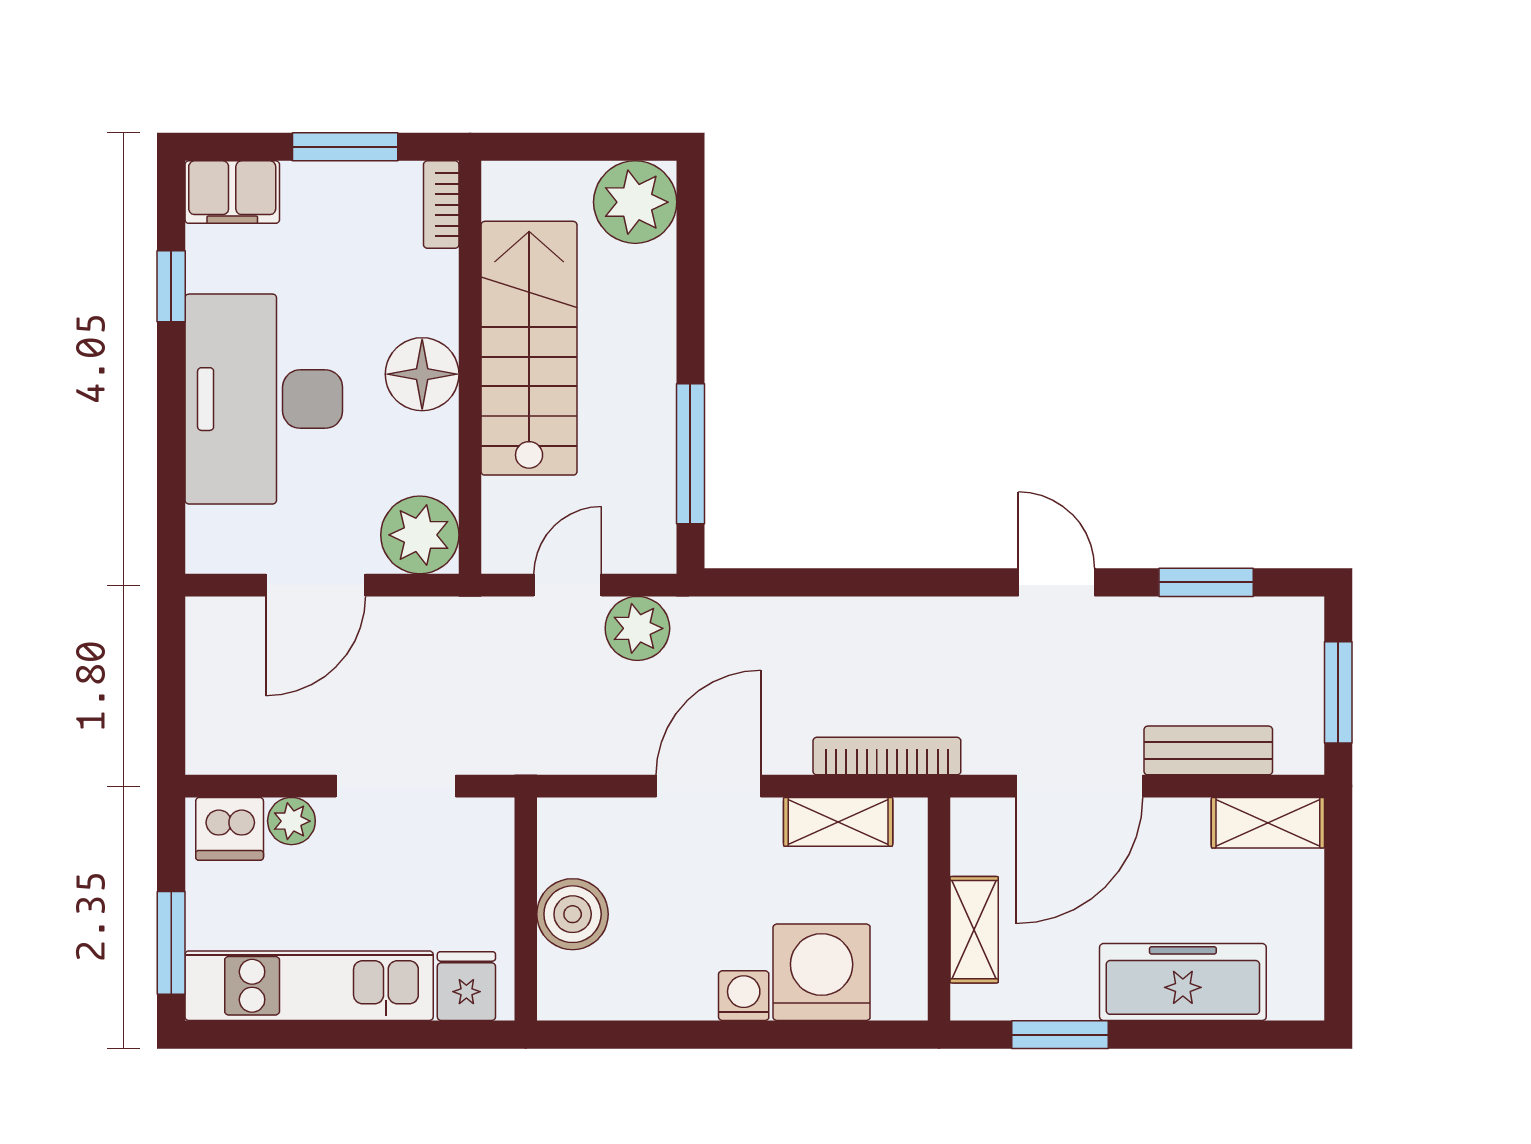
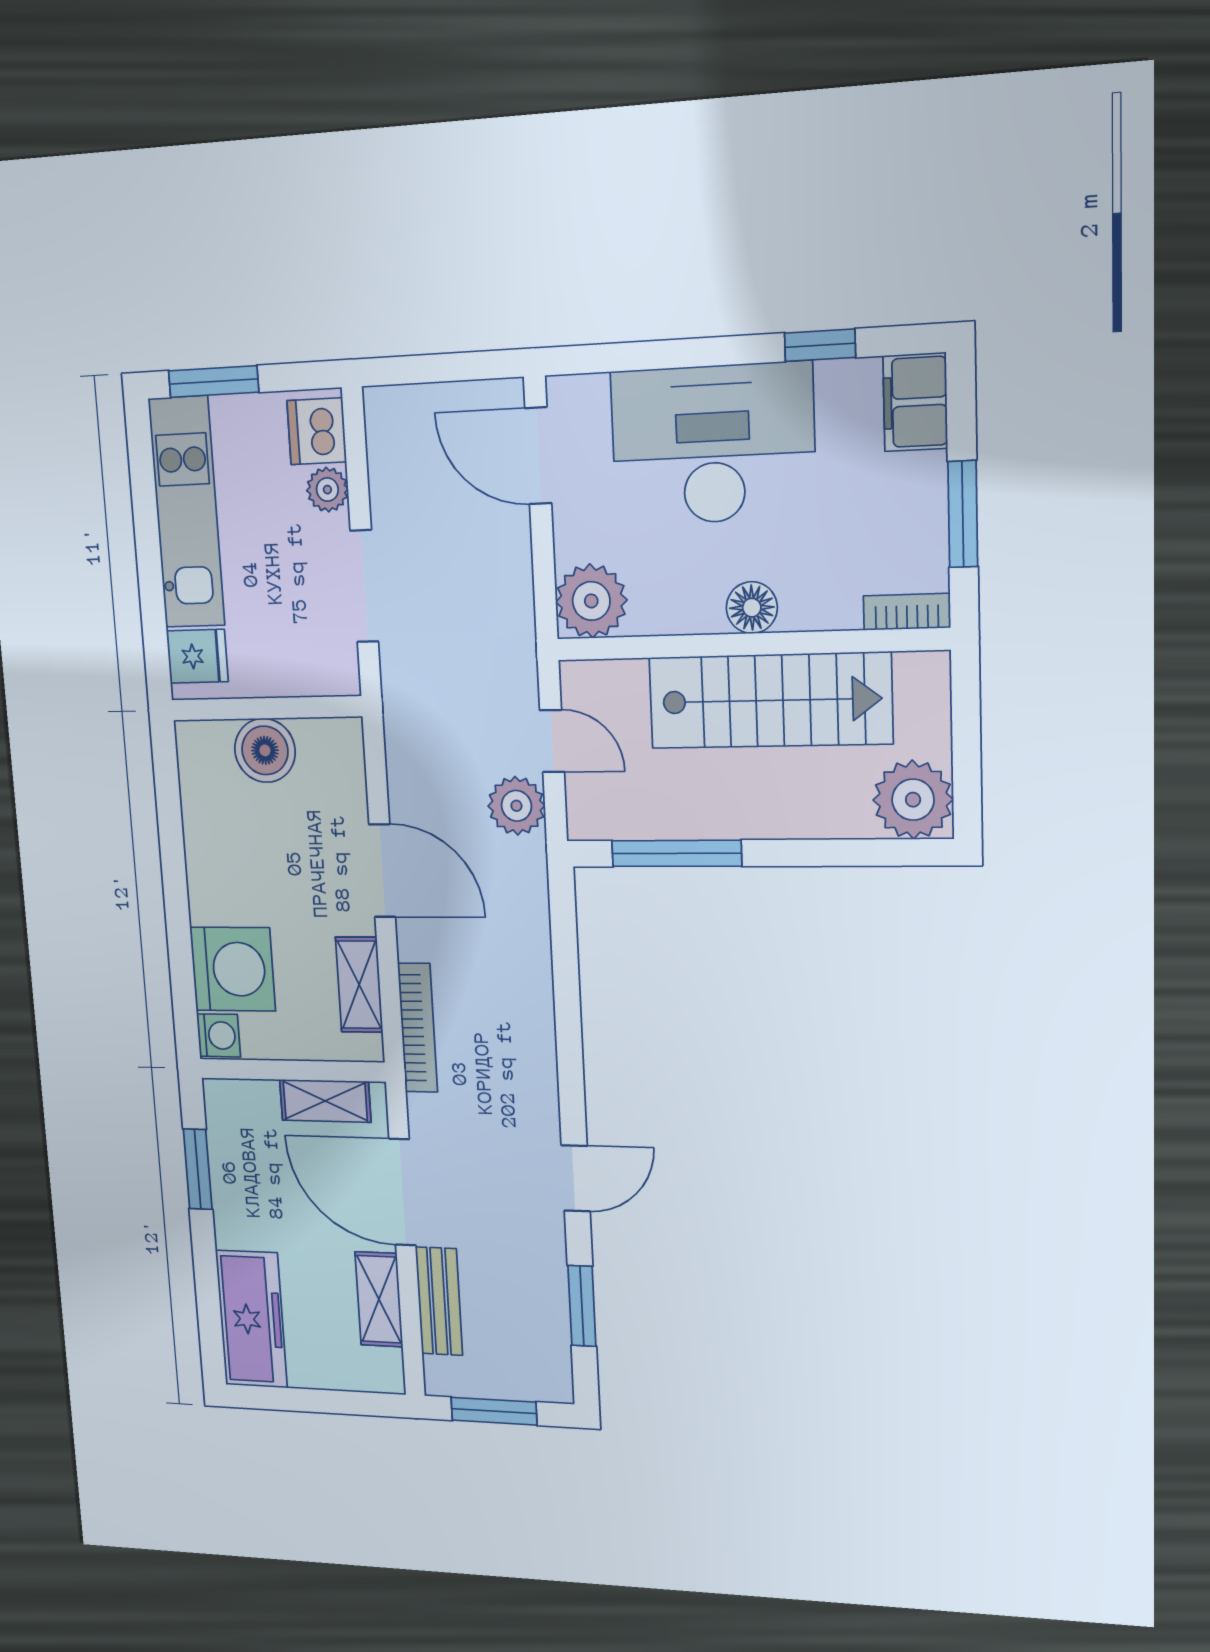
floor lamp: (422, 374) -> (752, 608), width x0.73, depth x0.73
door: (316, 585) -> (538, 456), moved
shelving: (1268, 823) -> (379, 1299), moved
shelving: (974, 930) -> (325, 1101), moved
freezer: (1183, 982) -> (251, 1319), moved
washing machine: (744, 996) -> (219, 1035), moved

